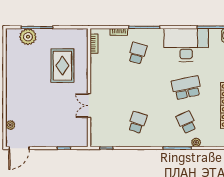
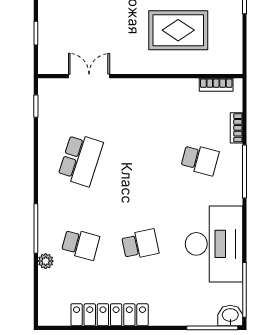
school desk: (186, 88) -> (140, 244), width x0.54
double door: (89, 106) -> (89, 76), moved
school desk: (137, 122) -> (81, 160), width x1.85
school desk: (186, 122) -> (81, 244), turned 39

